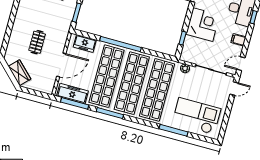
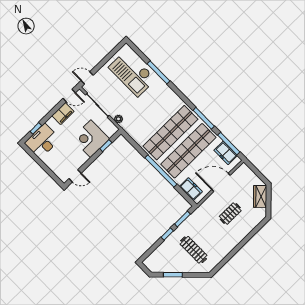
corner desk: (203, 25) -> (91, 139), moved
filing cabinet: (238, 40) -> (63, 114), width x2.00
shop shelf: (157, 90) -> (153, 114), removed
freezer: (72, 94) -> (226, 153), width x0.71

